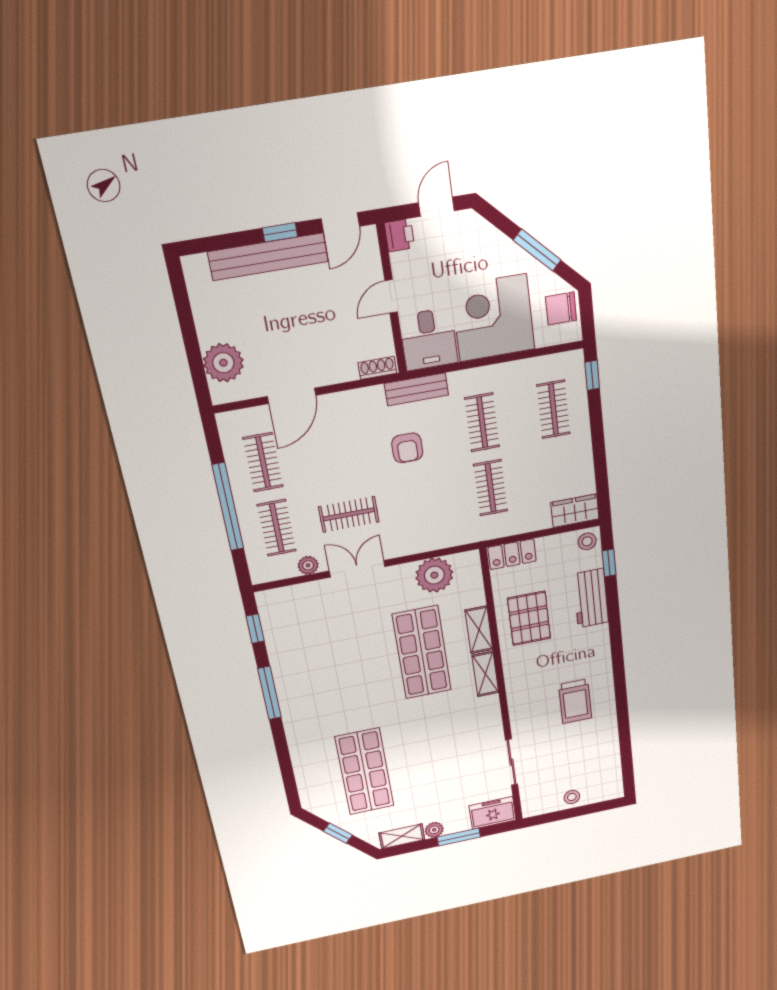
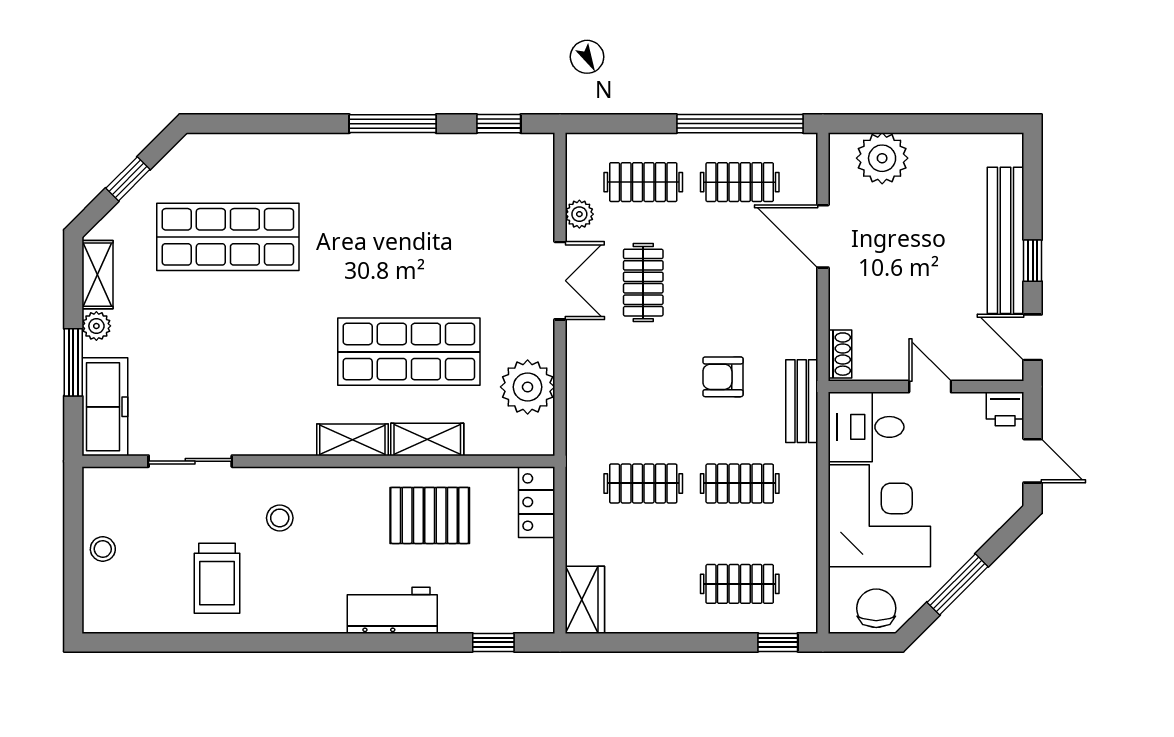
window: (228, 507) -> (740, 124), moved
stool: (587, 541) -> (280, 518), moved
workbench: (591, 598) -> (392, 610), moved
trolley: (575, 701) -> (217, 578), moved, turned -90
freezer: (493, 813) -> (105, 407), width x1.40

